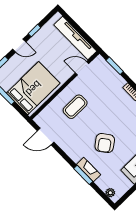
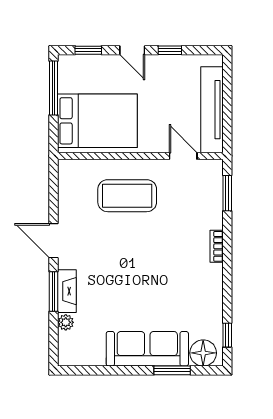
coffee table: (75, 107) -> (127, 196), width x1.36, depth x1.32
door: (46, 137) -> (54, 241), moved
armchair: (105, 143) -> (120, 278), removed
plant: (110, 193) -> (66, 322), moved

